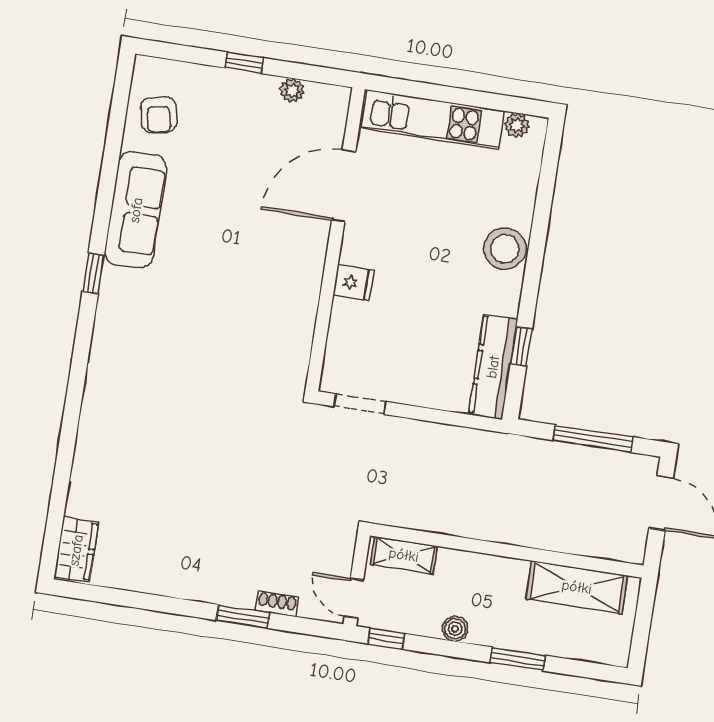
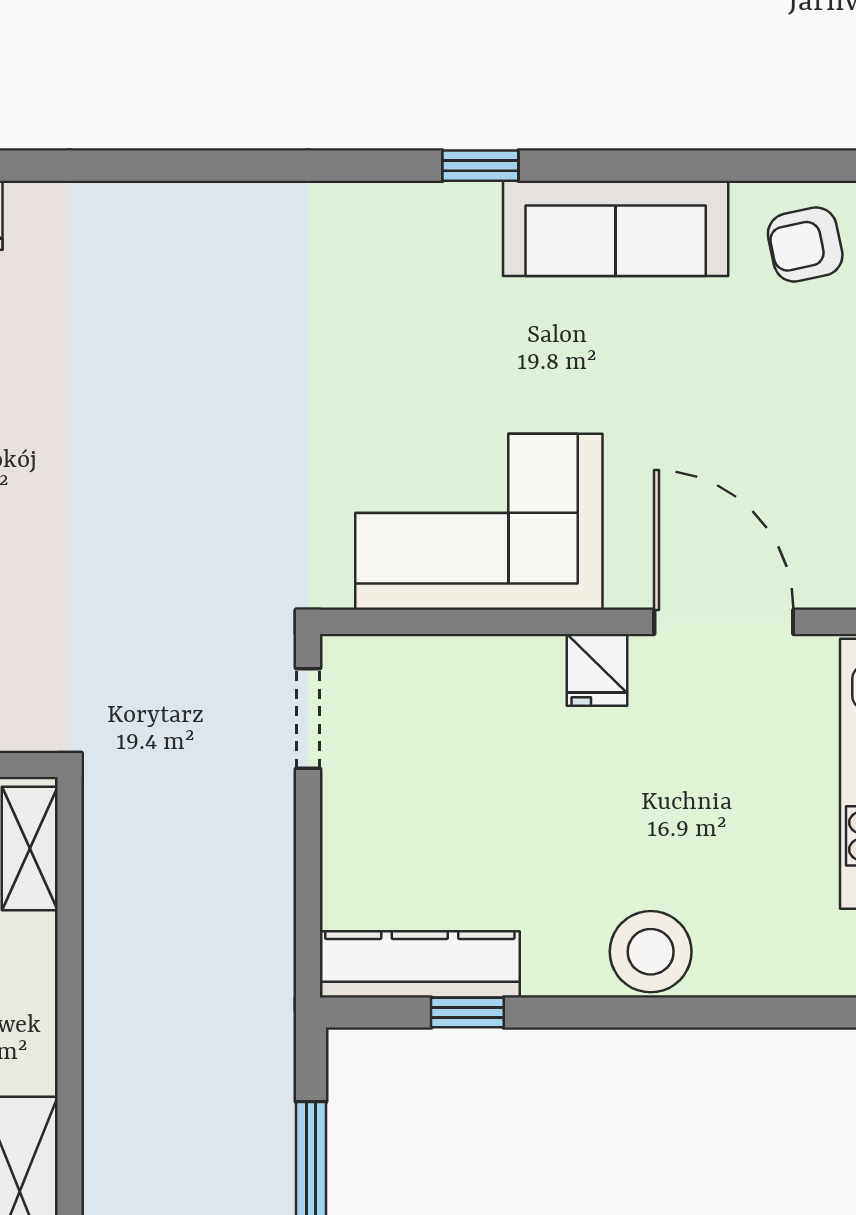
fridge: (353, 283) -> (597, 670), moved
corner sofa: (274, 302) -> (479, 522), added

